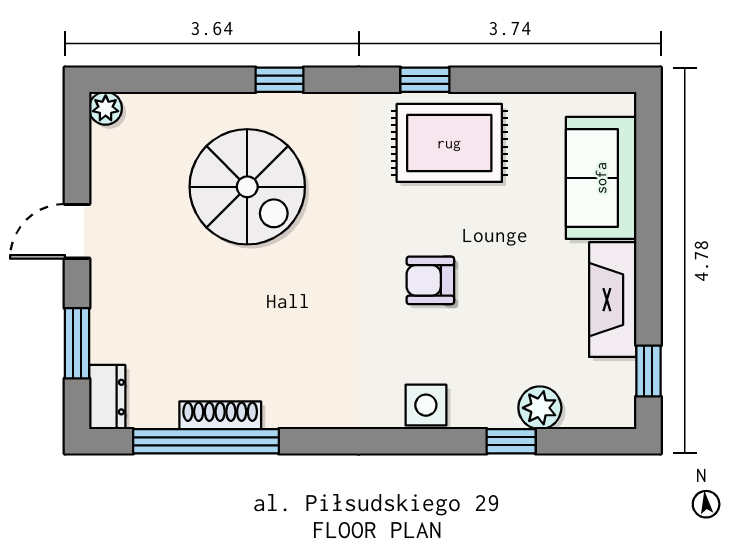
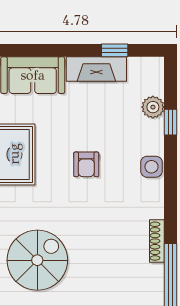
window: (648, 371) -> (115, 50), moved
shoe rack: (220, 415) -> (157, 241), moved

